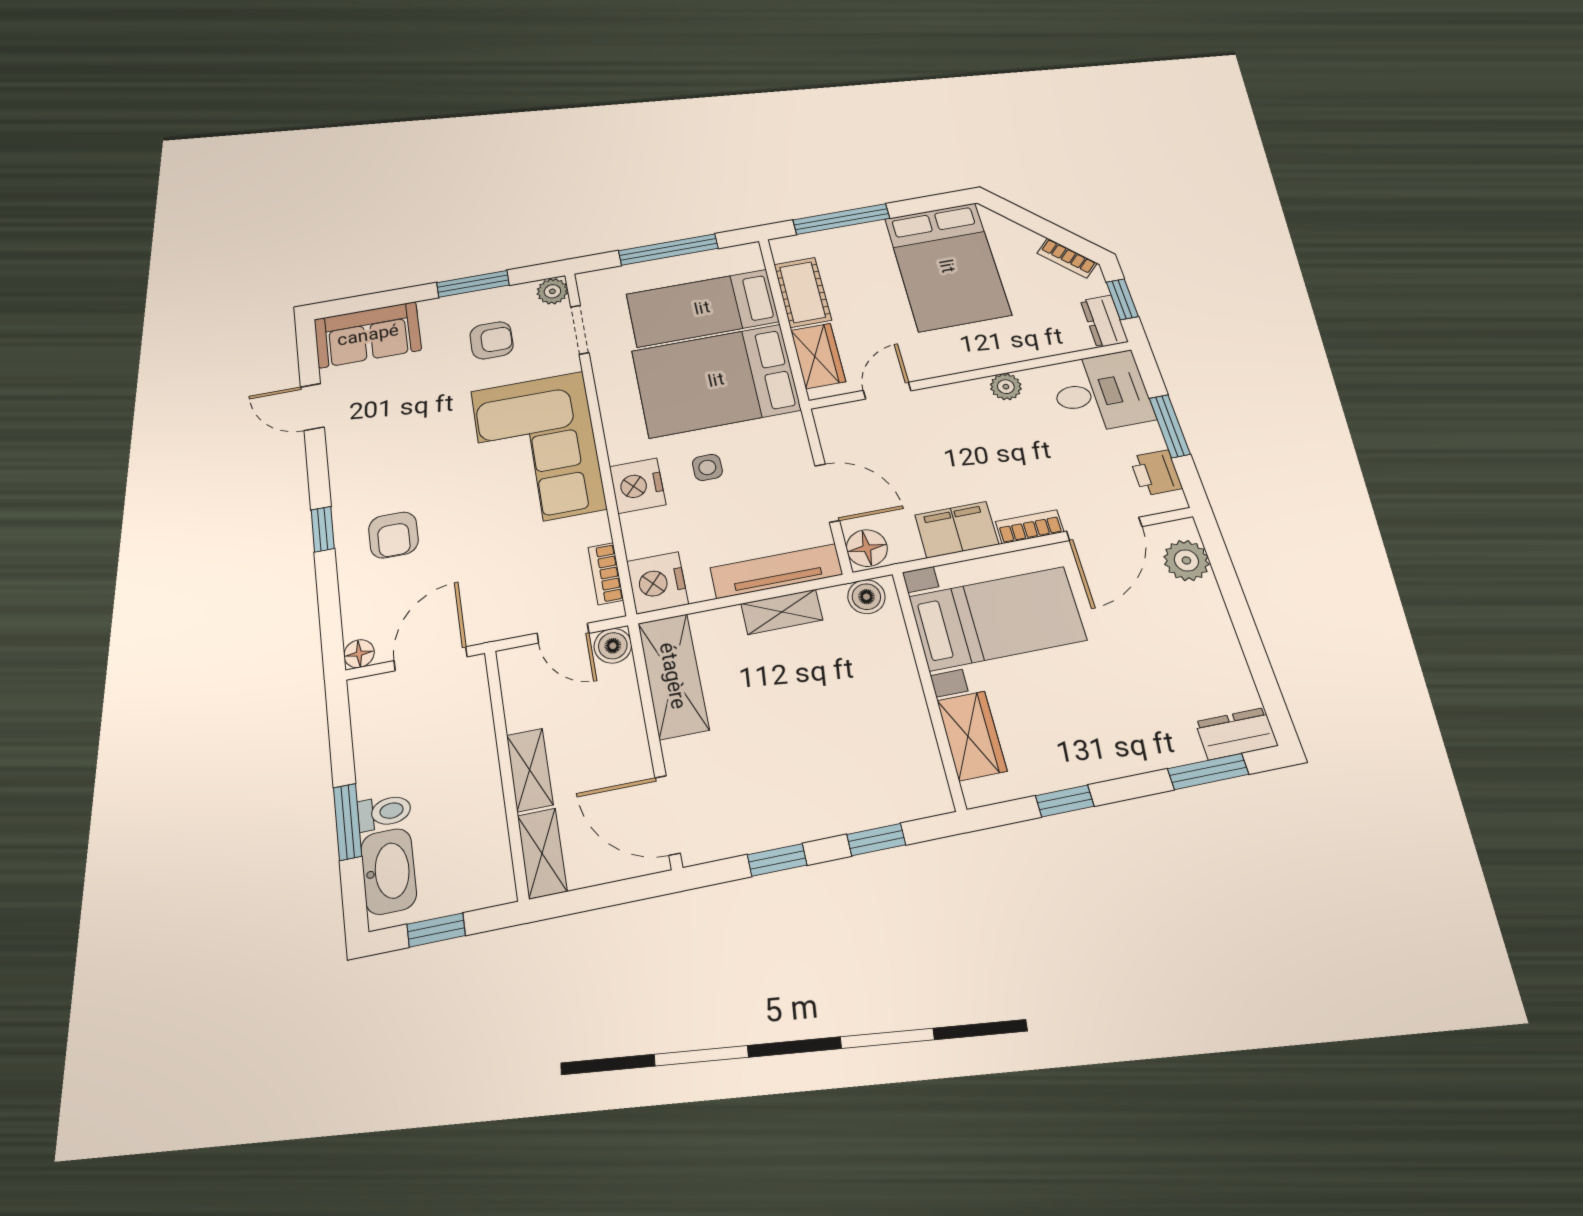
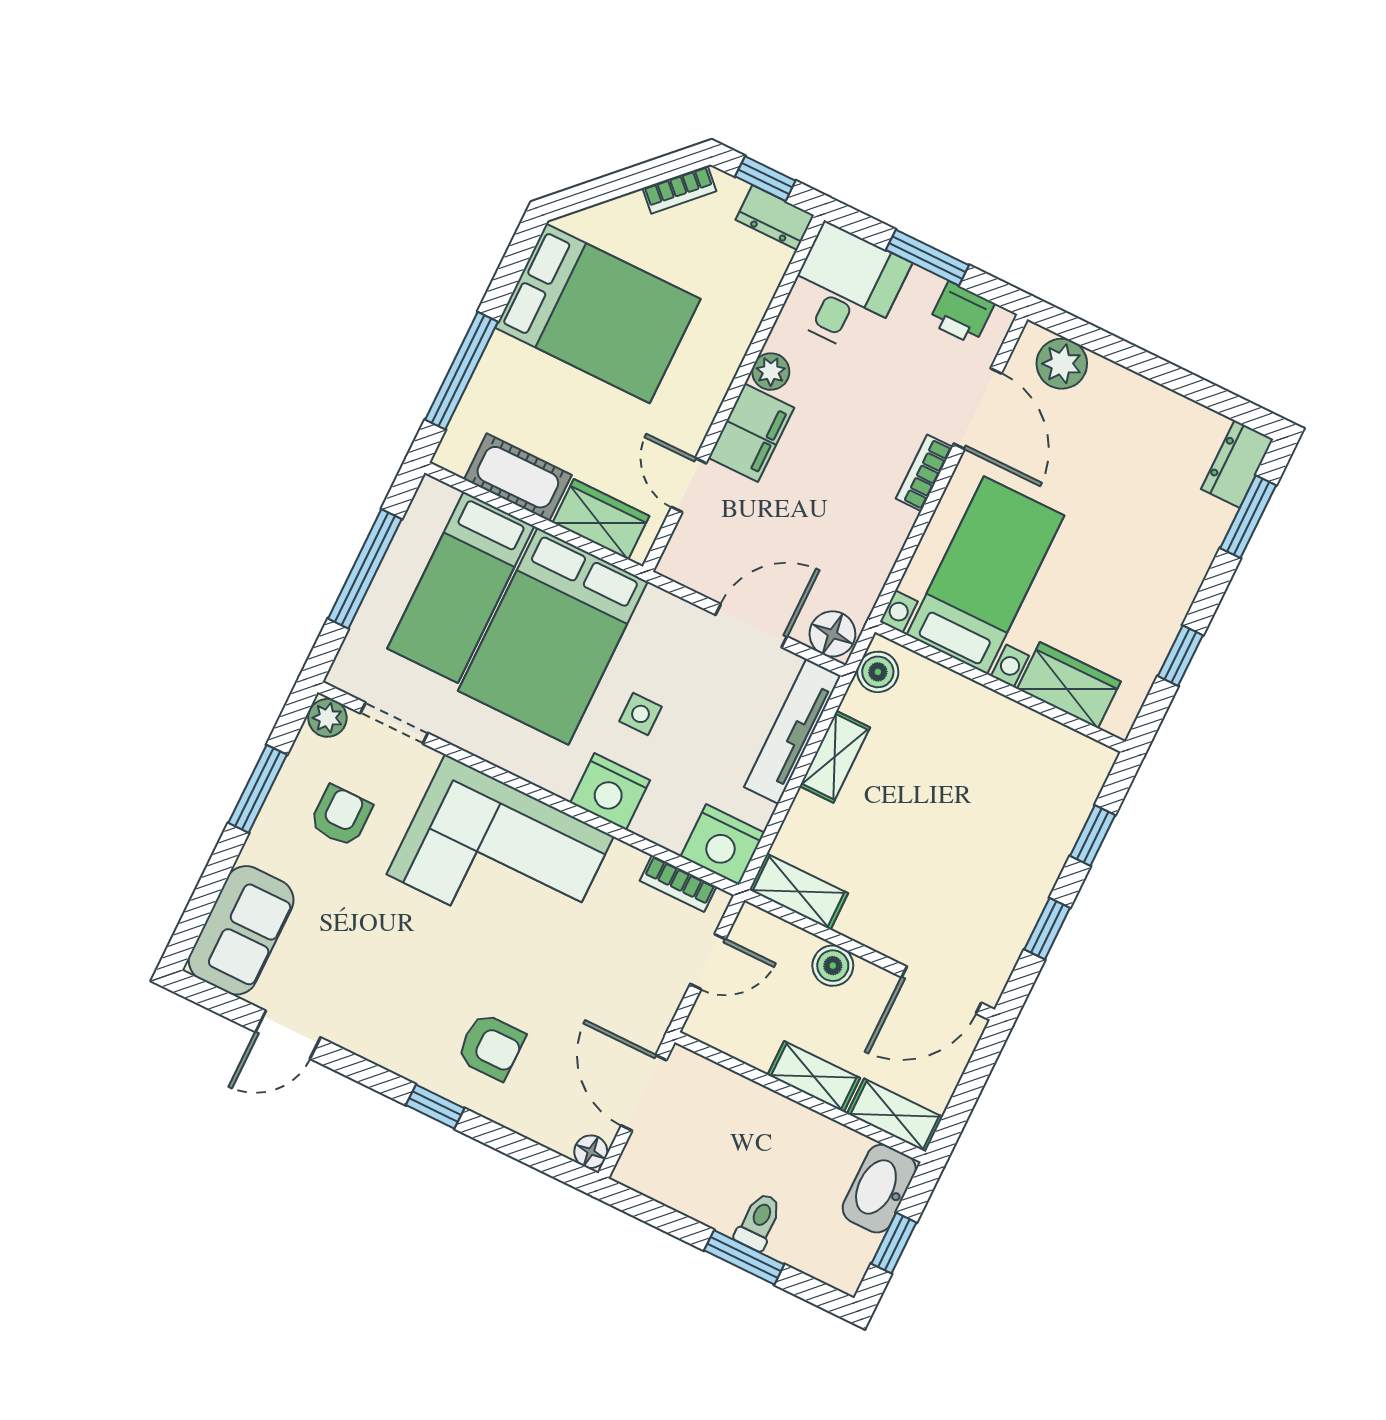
filing cabinet: (957, 530) -> (751, 433), moved, turned 180
boiler: (613, 646) -> (833, 966), moved
shelving: (673, 676) -> (798, 892), width x0.67, depth x0.75
washbasin: (389, 871) -> (879, 1189), moved, turned -90

